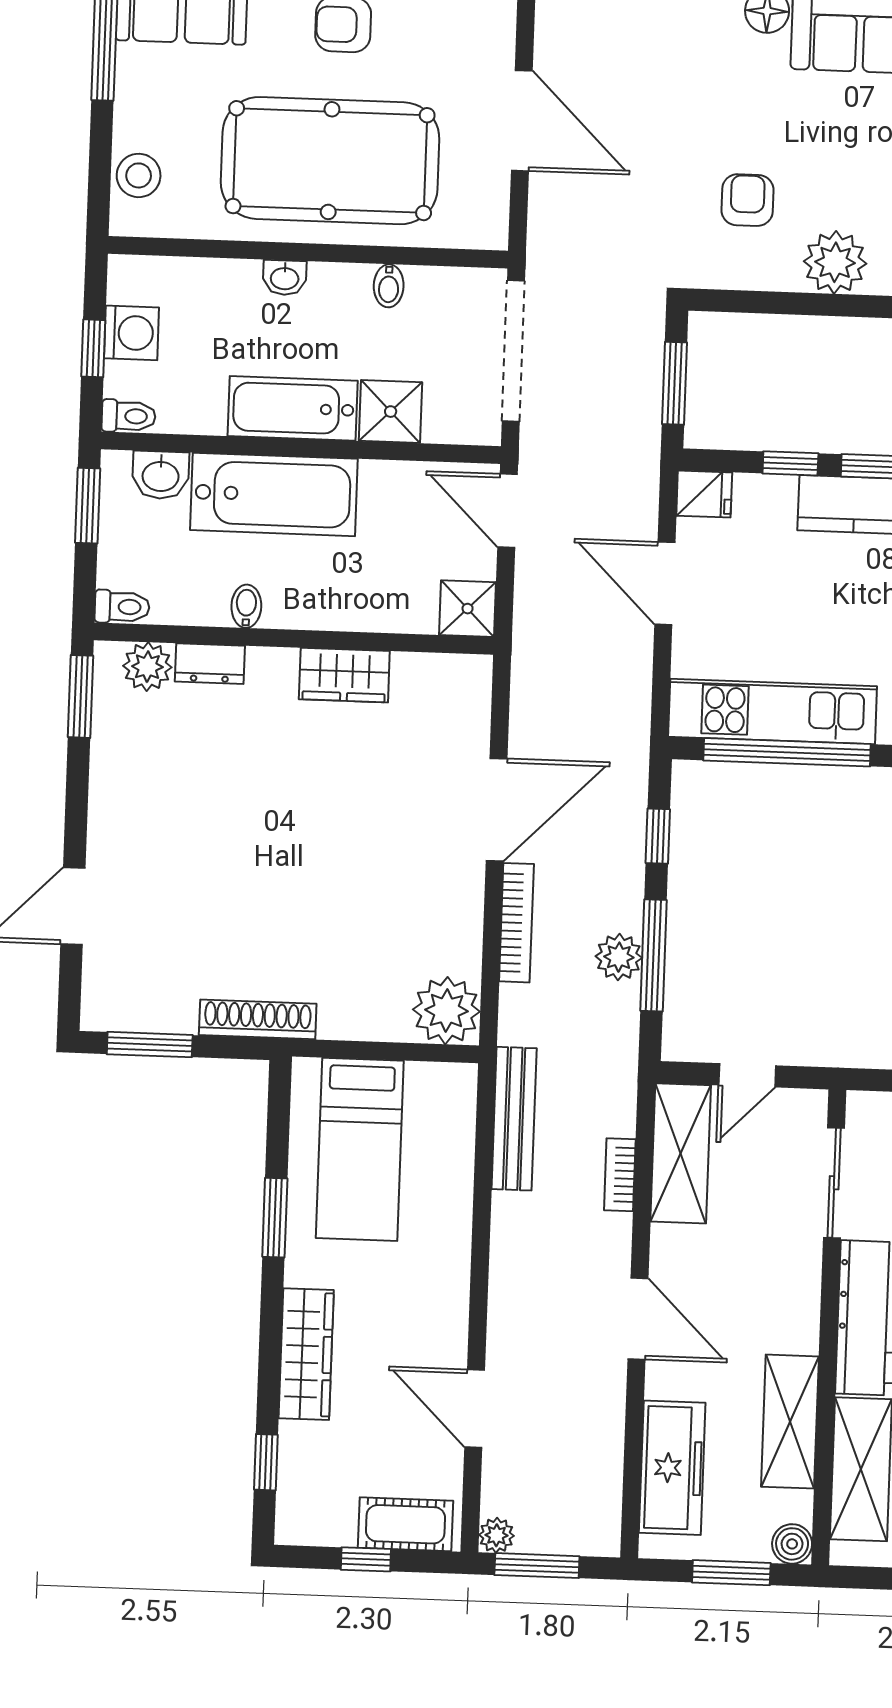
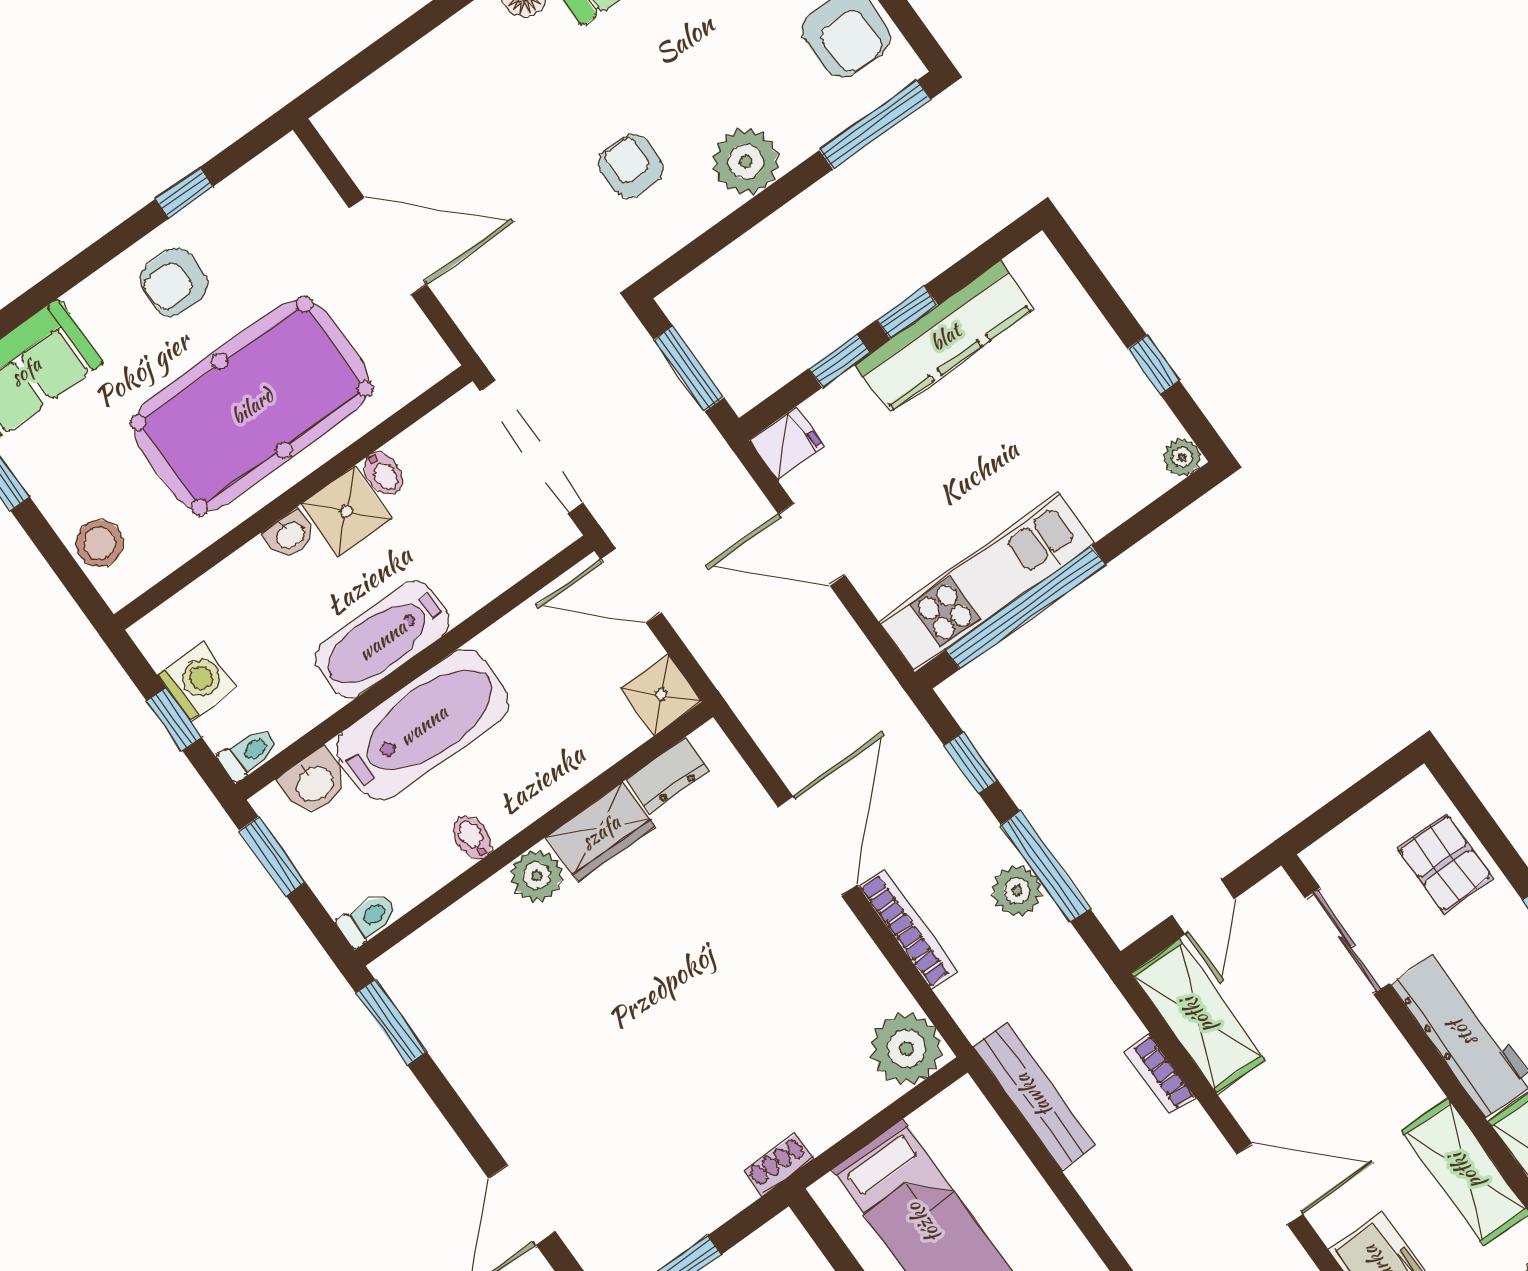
shower: (391, 412) -> (346, 511), moved
dresser: (210, 664) -> (668, 775), moved
plant: (147, 667) -> (537, 876), moved
shoe rack: (258, 1019) -> (779, 1165), width x0.51, depth x0.81

